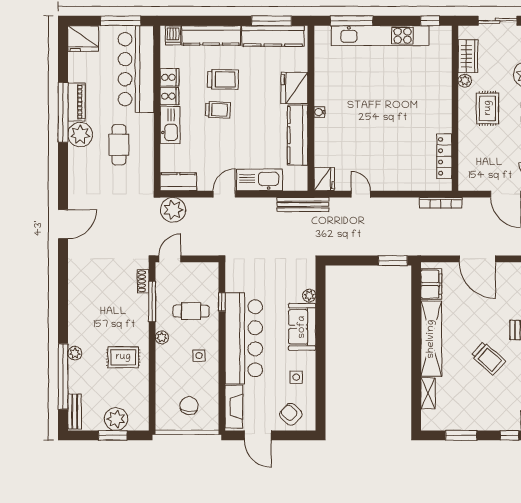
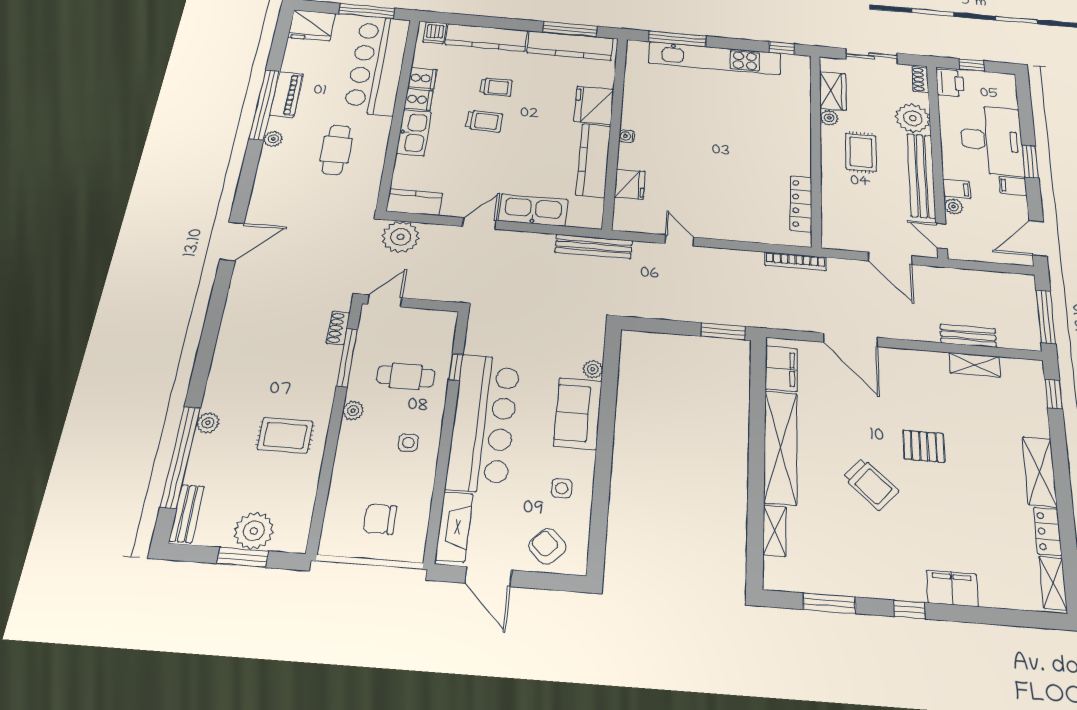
trolley: (223, 79) -> (496, 87), width x0.73, depth x0.72
plant: (80, 135) -> (273, 139), width x0.53, depth x0.53
fridge: (324, 179) -> (630, 184), moved
chair: (189, 406) -> (380, 519), turned -99

